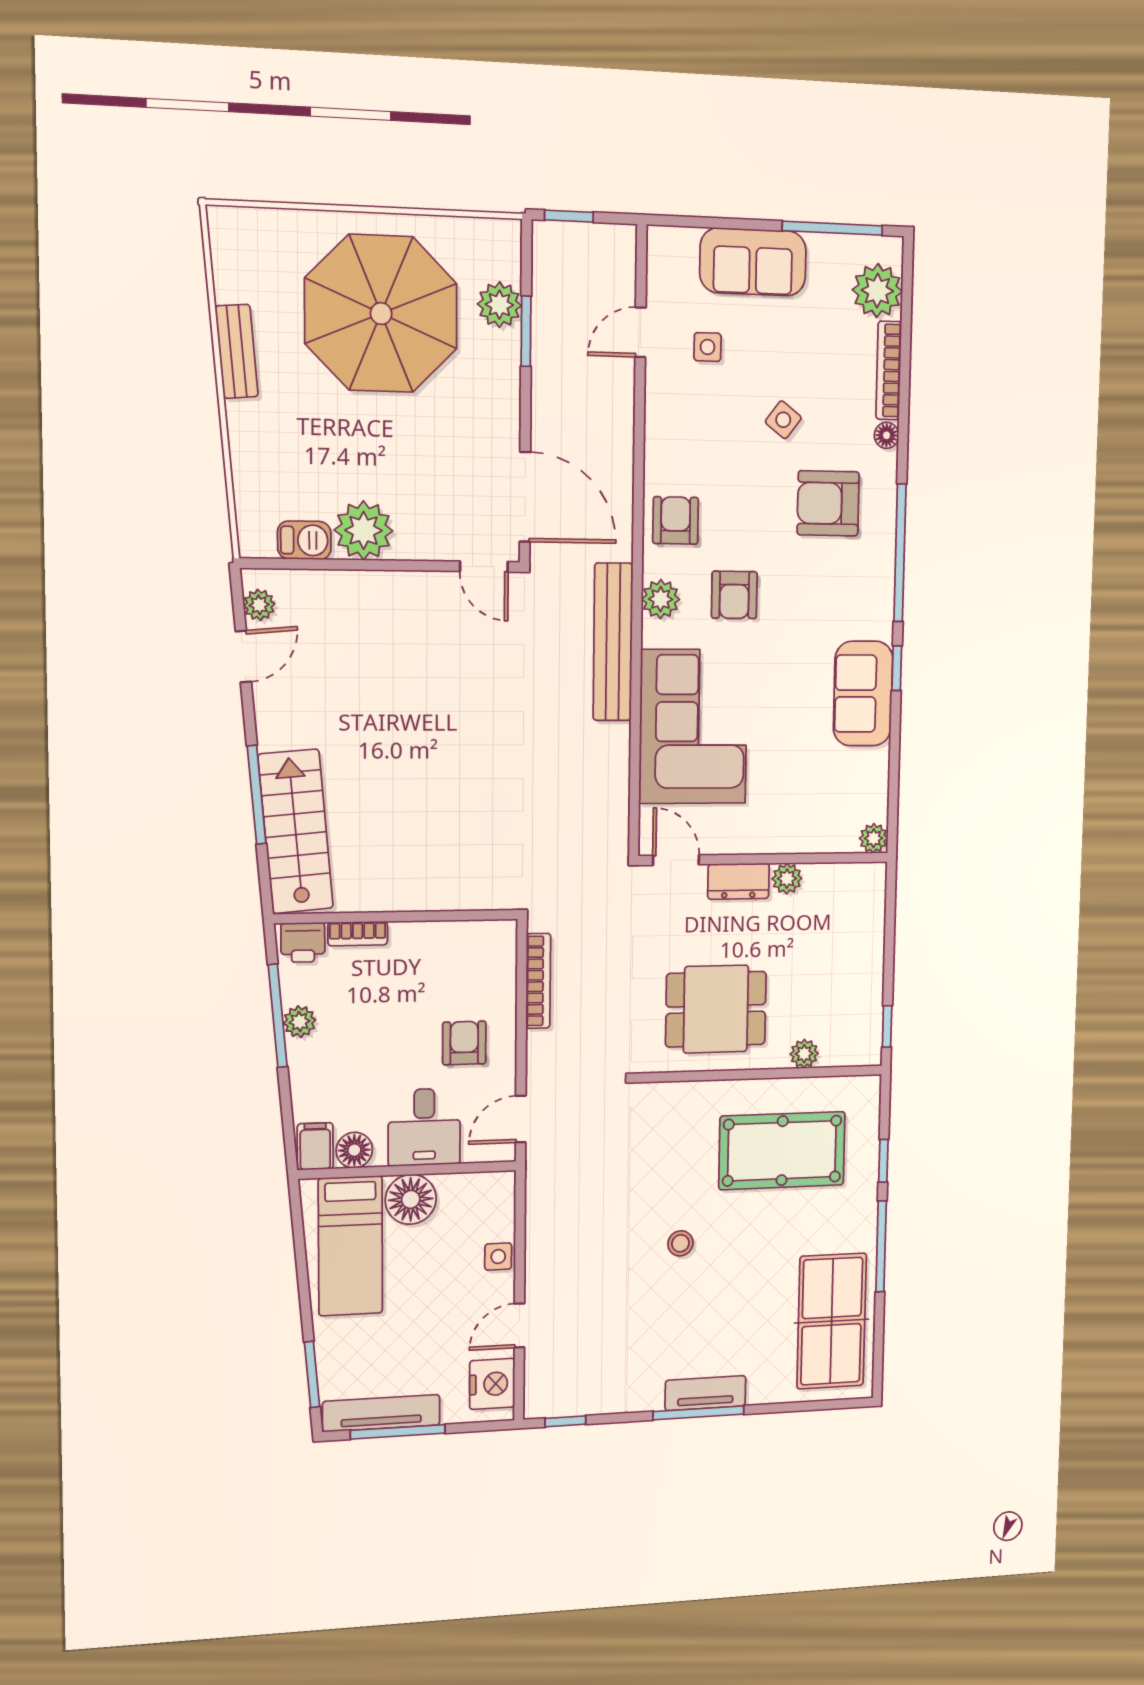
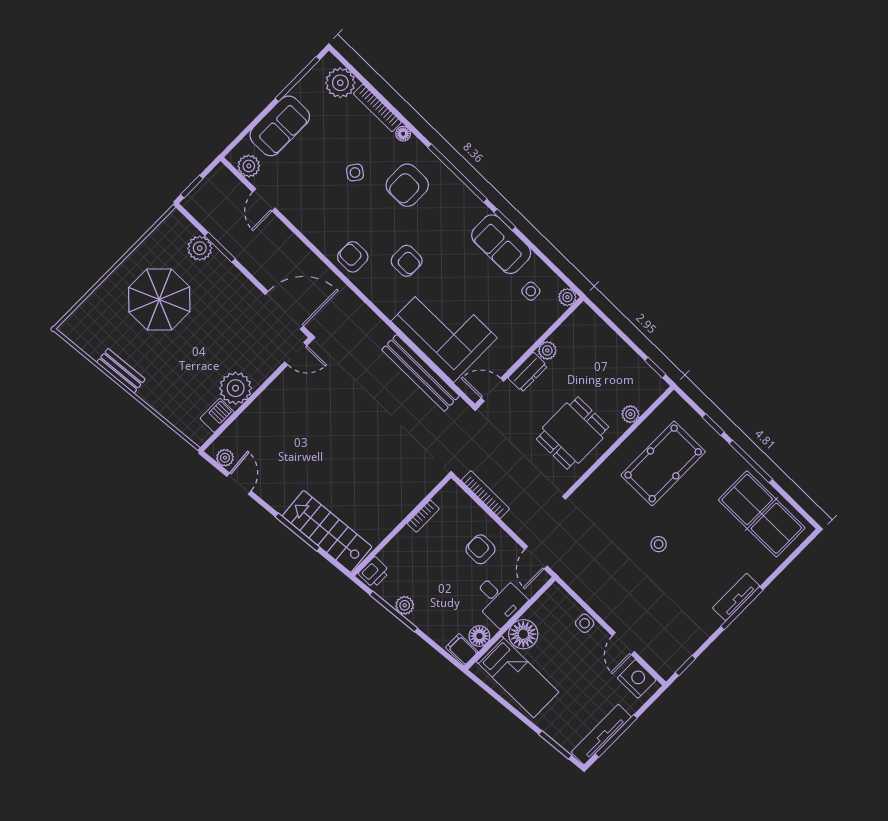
parasol: (381, 314) -> (159, 299), width x0.73, depth x0.73
side table: (708, 347) -> (531, 291), moved
plant: (661, 599) -> (249, 166), moved
bench: (613, 642) -> (421, 373), moved
bookcase: (358, 934) -> (423, 516), moved

